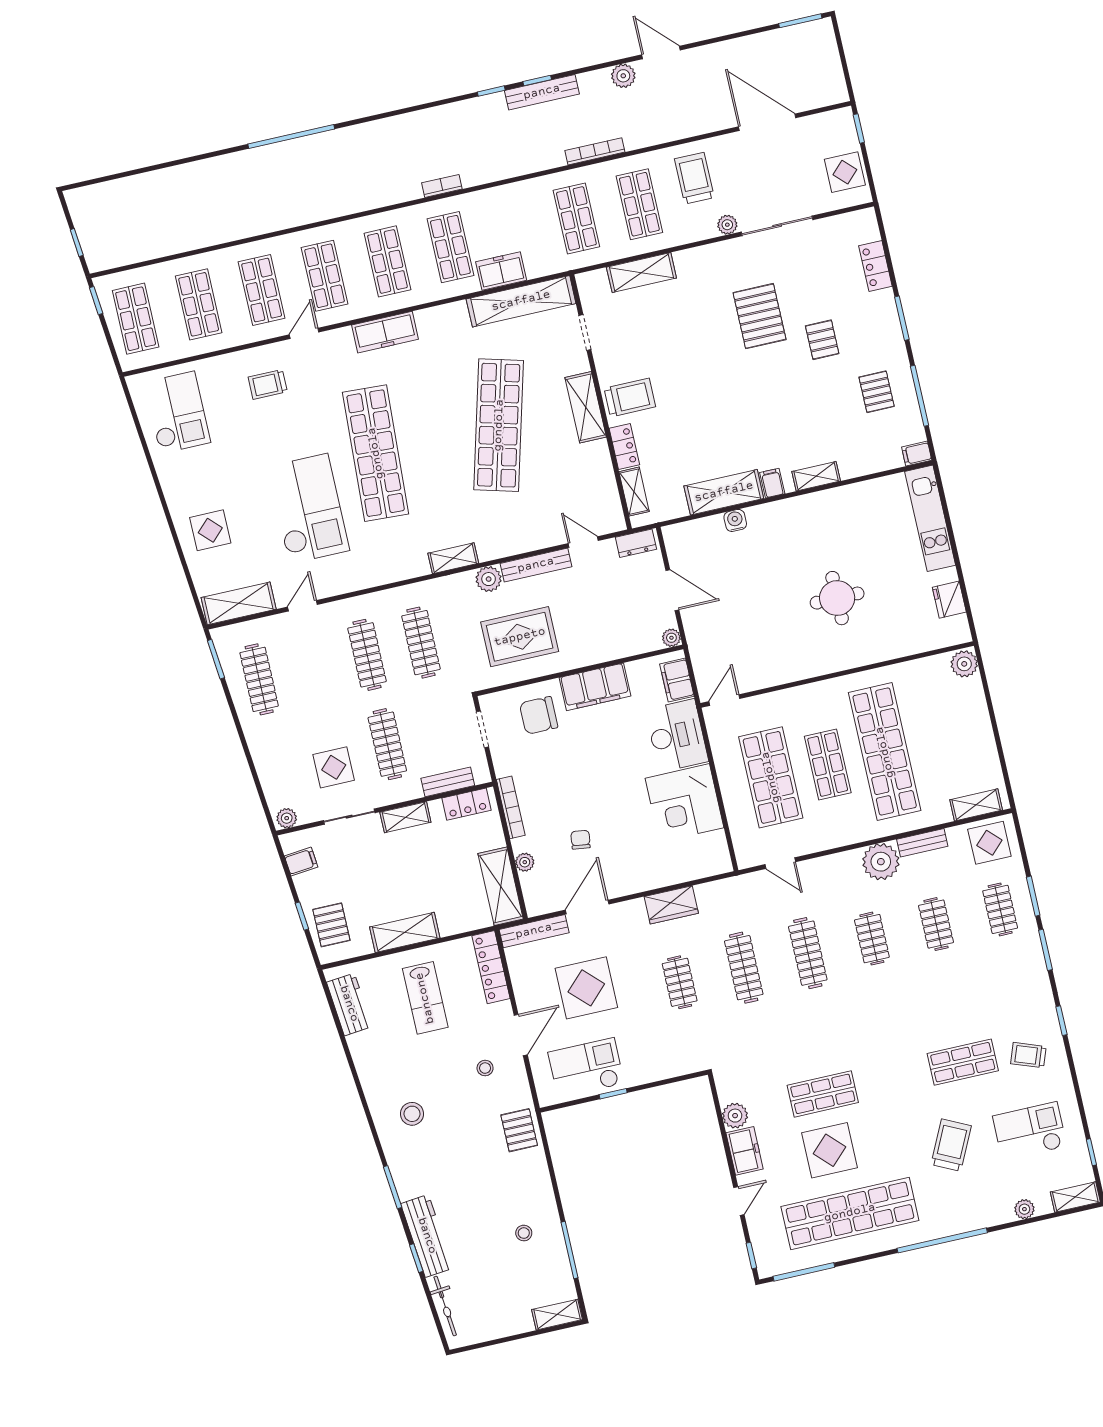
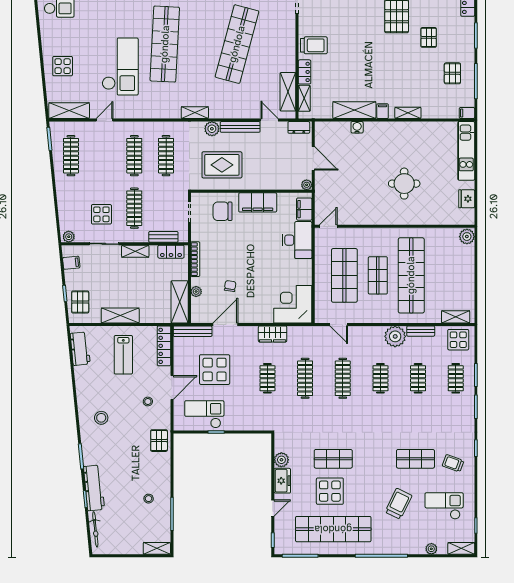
shelving: (586, 407) -> (288, 92), moved
corner desk: (685, 803) -> (293, 304), moved, turned 90

